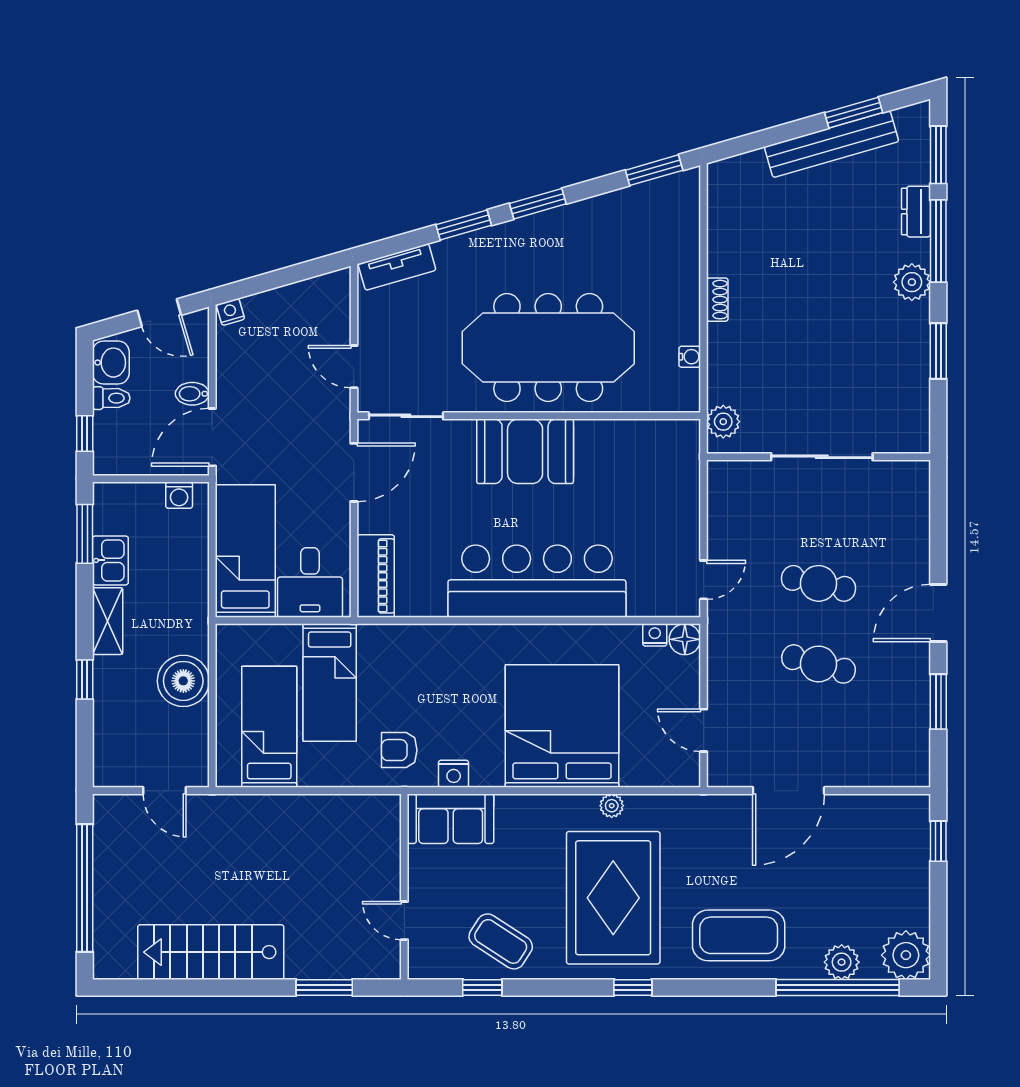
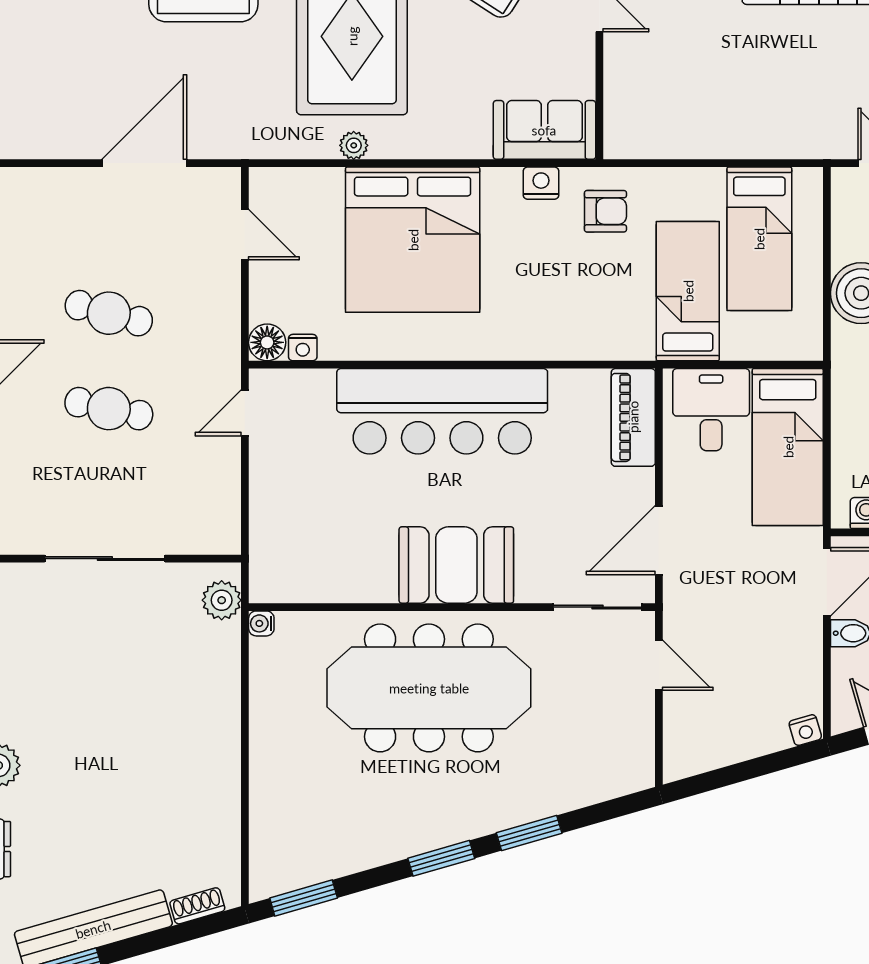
tv unit: (397, 267) -> (608, 783), removed
shoe rack: (717, 300) -> (197, 906), moved, turned 74
water cooler: (690, 357) -> (261, 623), moved

